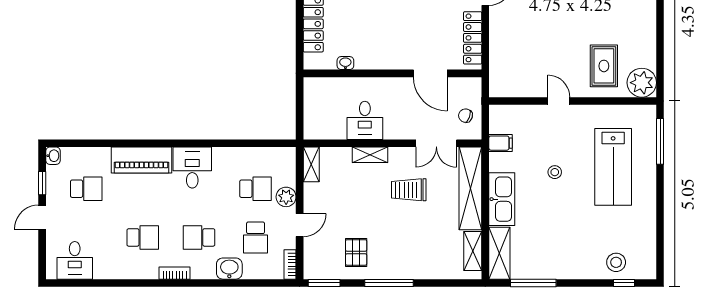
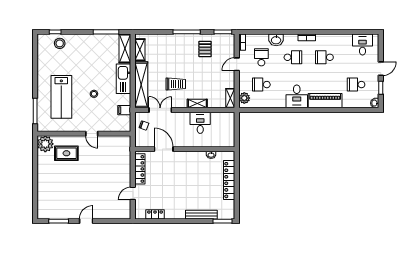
rug: (604, 66) -> (66, 153), turned 90
lab bench: (613, 167) -> (61, 97), turned 180
plant: (286, 197) -> (244, 98), moved

